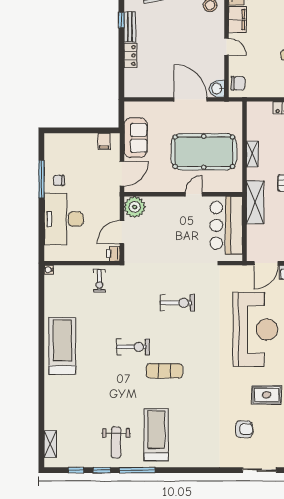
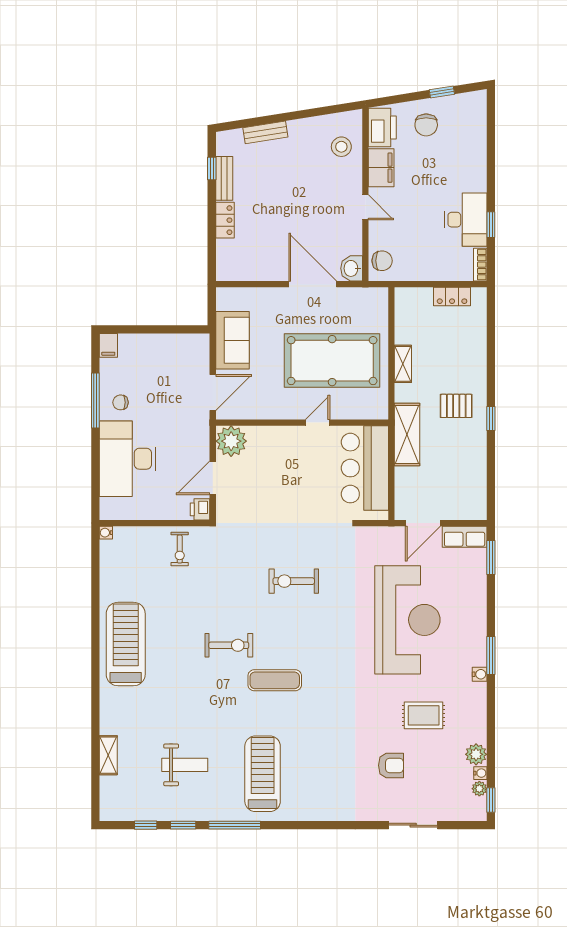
filing cabinet: (104, 141) -> (108, 345), moved
exercise bike: (177, 303) -> (294, 581), turned 180
weight bench: (116, 442) -> (185, 765), moved, turned -90
shelving: (50, 444) -> (108, 755), moved

